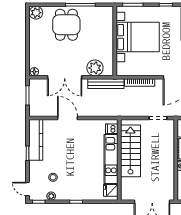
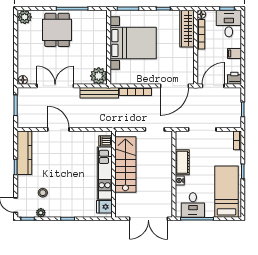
plant: (95, 68) -> (99, 76), moved
double door: (65, 77) -> (55, 86), swing flipped

